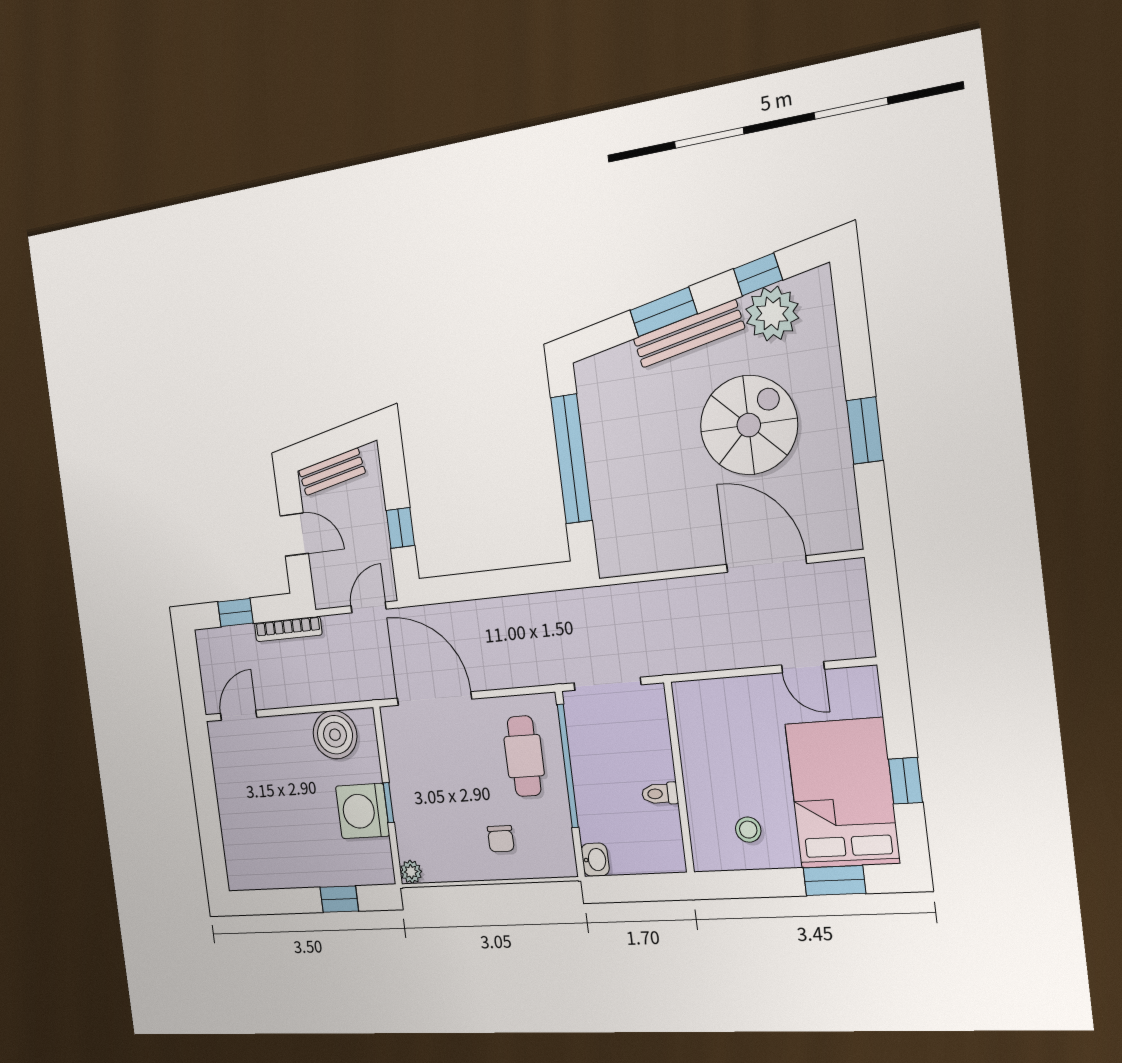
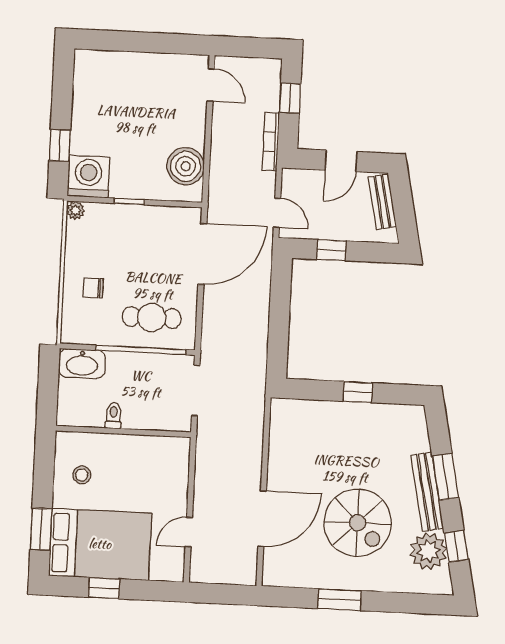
window: (571, 459) -> (358, 392), width x0.32
washing machine: (362, 811) -> (88, 177), moved
washbasin: (595, 860) -> (82, 364), width x1.91, depth x1.45

